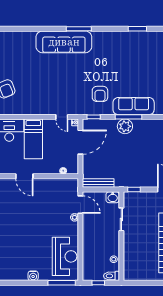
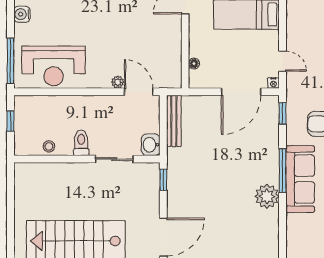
door: (62, 117) -> (283, 61), swing flipped
plant: (125, 126) -> (267, 196), moved
door: (80, 142) -> (241, 92), hinge flipped
door: (80, 205) -> (139, 92), swing flipped
toilet: (112, 276) -> (81, 143), moved

